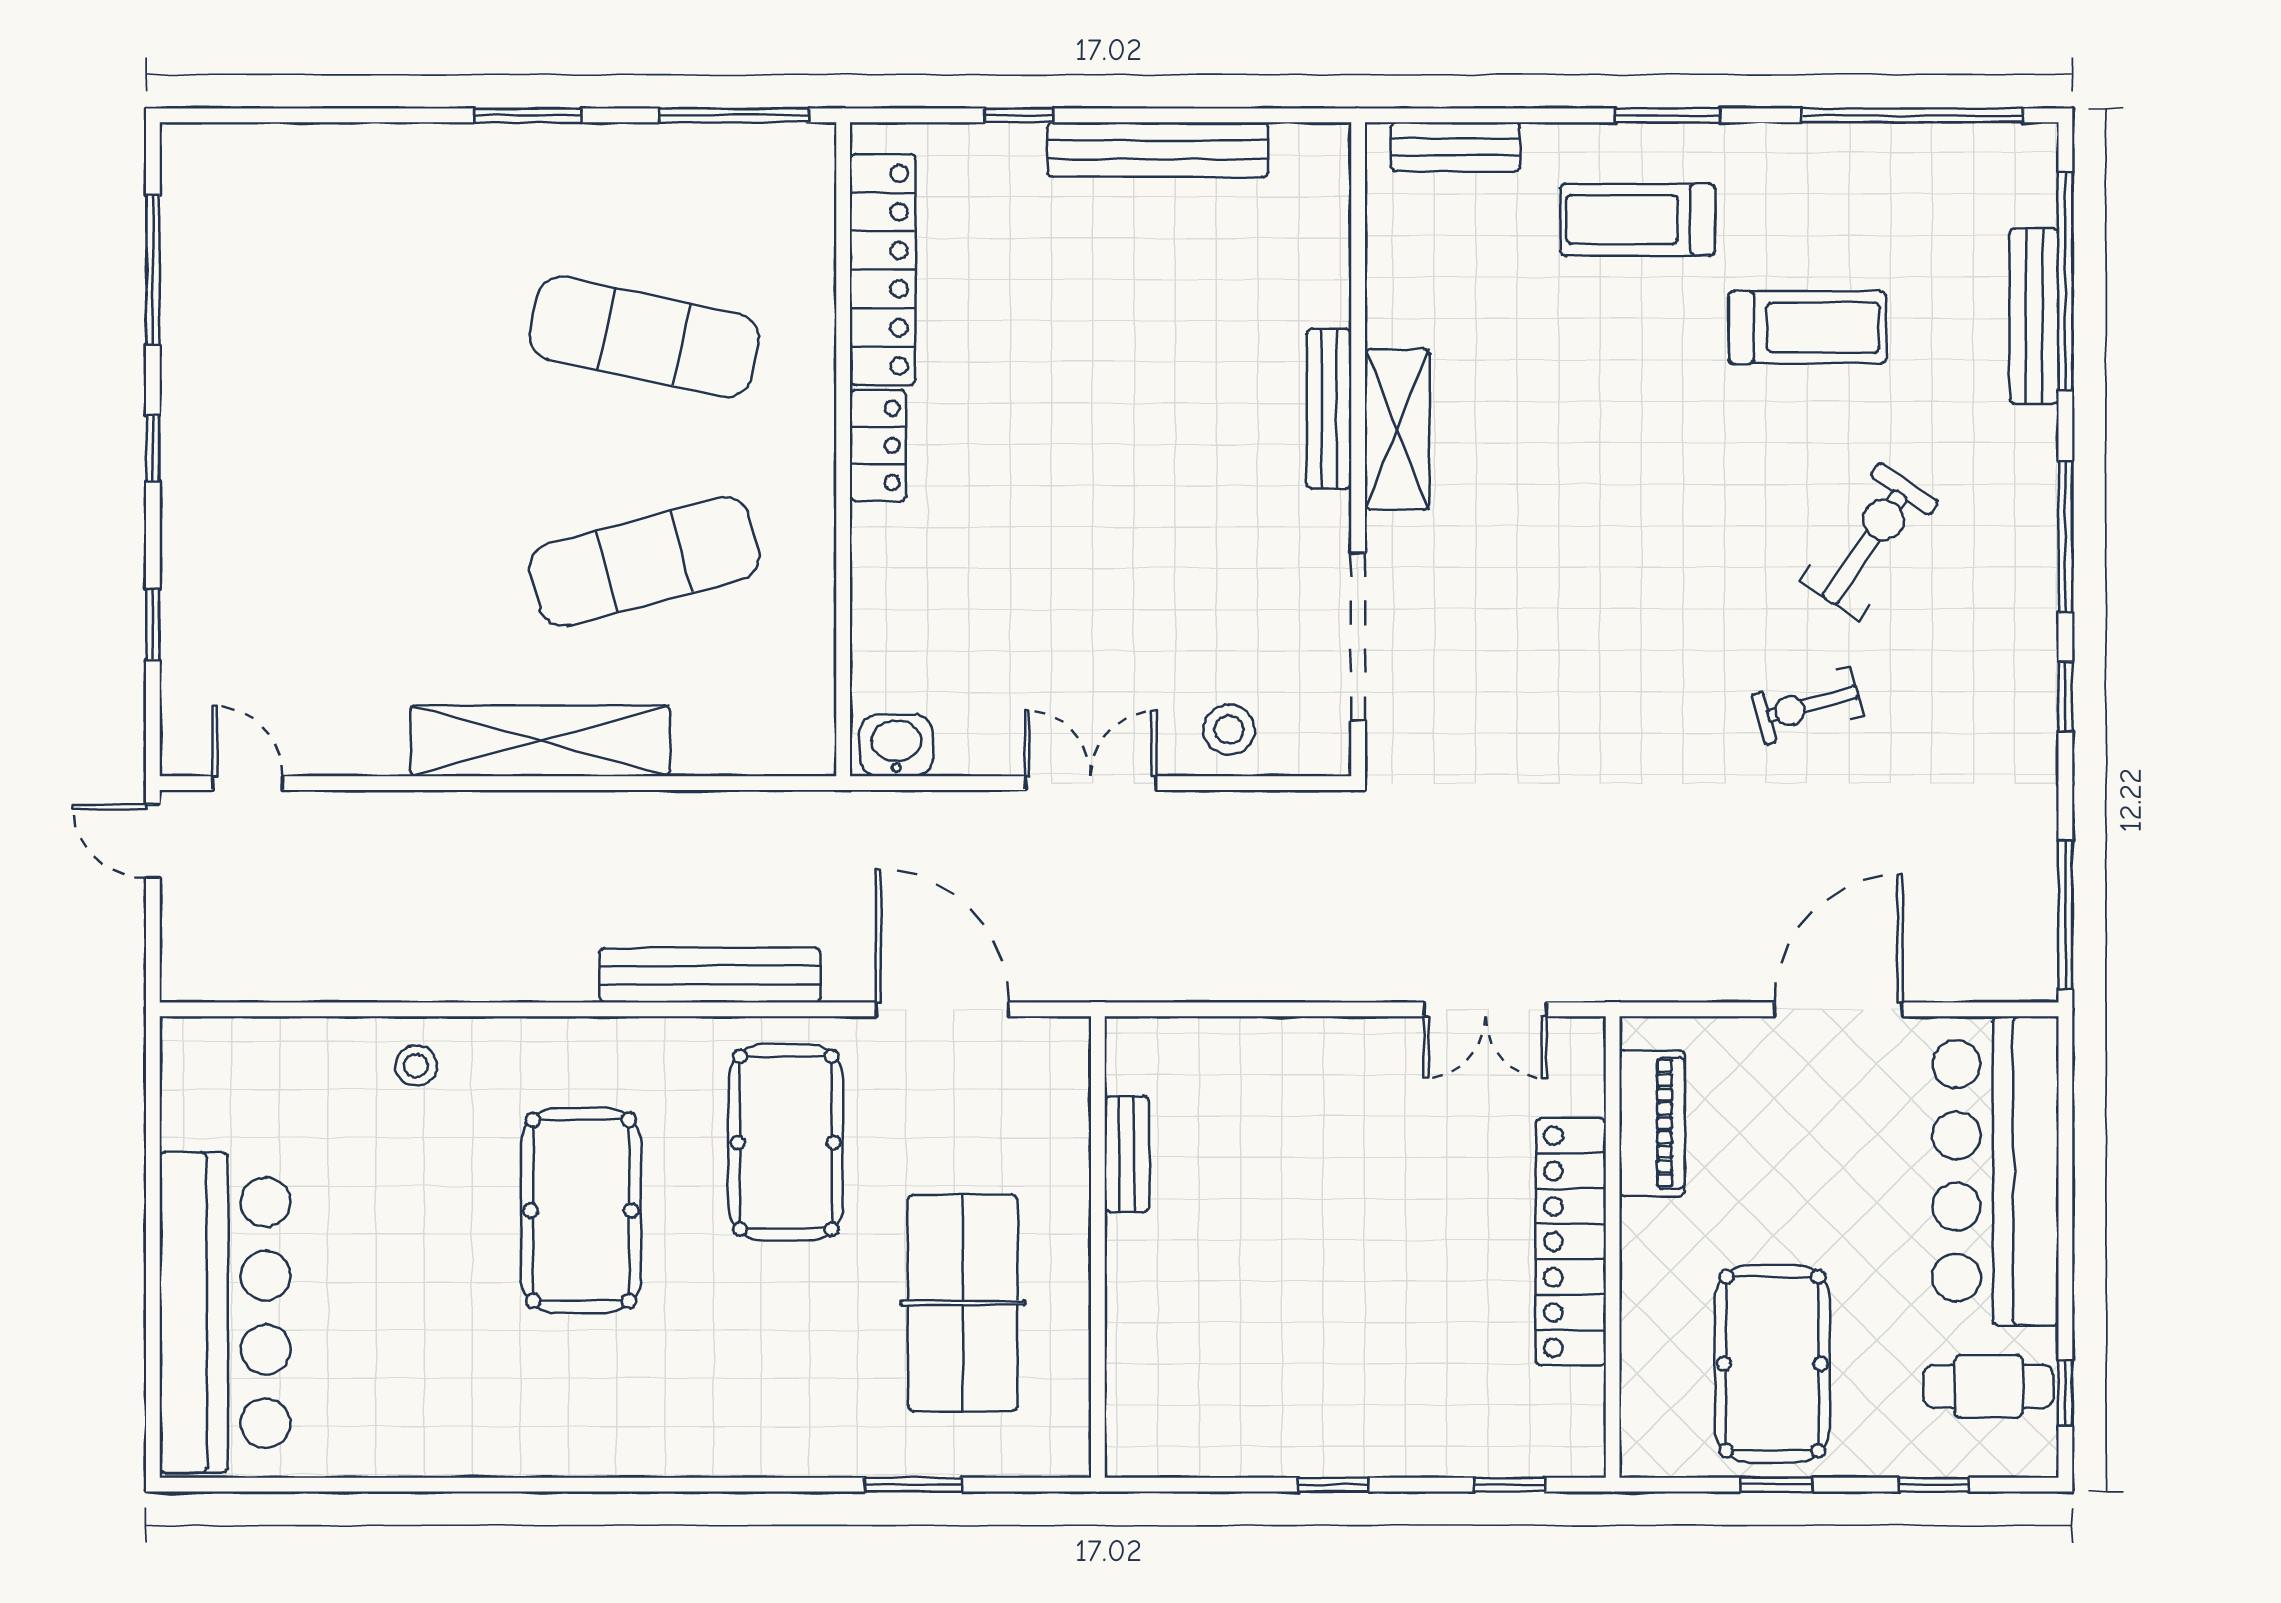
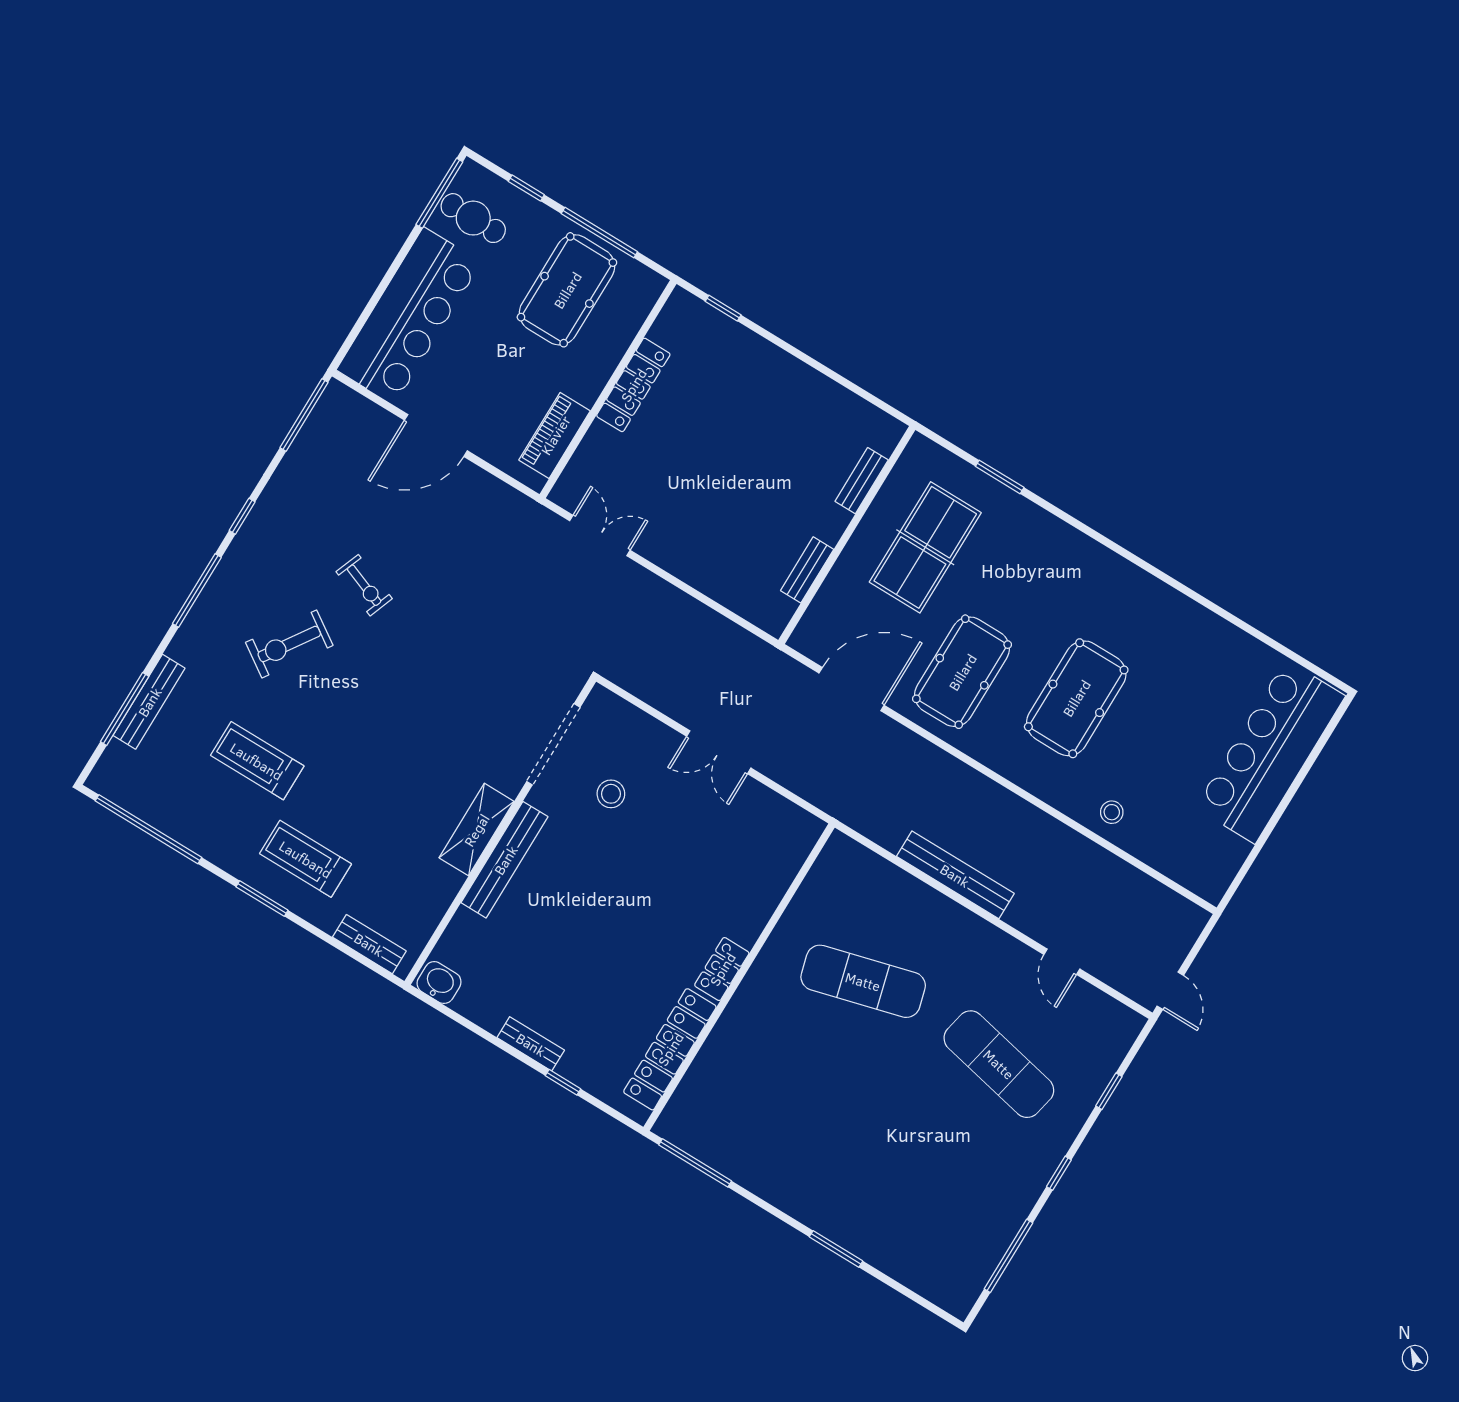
window: (528, 115) -> (836, 1249), moved
bench: (1158, 150) -> (531, 1044), width x0.54, depth x0.82
treadmill: (1638, 220) -> (306, 859), turned 180
window: (2065, 281) -> (125, 709), width x0.68
exercise mat: (644, 337) -> (999, 1064), moved
bench: (1329, 409) -> (505, 860), width x1.37, depth x1.21
exercise bike: (1808, 705) -> (364, 585), turned 37
stool: (1229, 729) -> (611, 794), moved
shelving: (540, 741) -> (962, 928), removed
washbasin: (896, 745) -> (439, 983), moved, turned 180
door: (248, 783) -> (1062, 962), moved
bench: (710, 975) -> (955, 875), moved
door: (943, 1009) -> (852, 689), swing flipped
locker: (1571, 1242) -> (633, 385), width x0.71, depth x0.83
bench: (1127, 1346) -> (862, 481), added
window: (2065, 1393) -> (439, 193), width x2.17
window: (1333, 1485) -> (805, 358), removed
window: (1776, 1485) -> (599, 233), width x2.17

